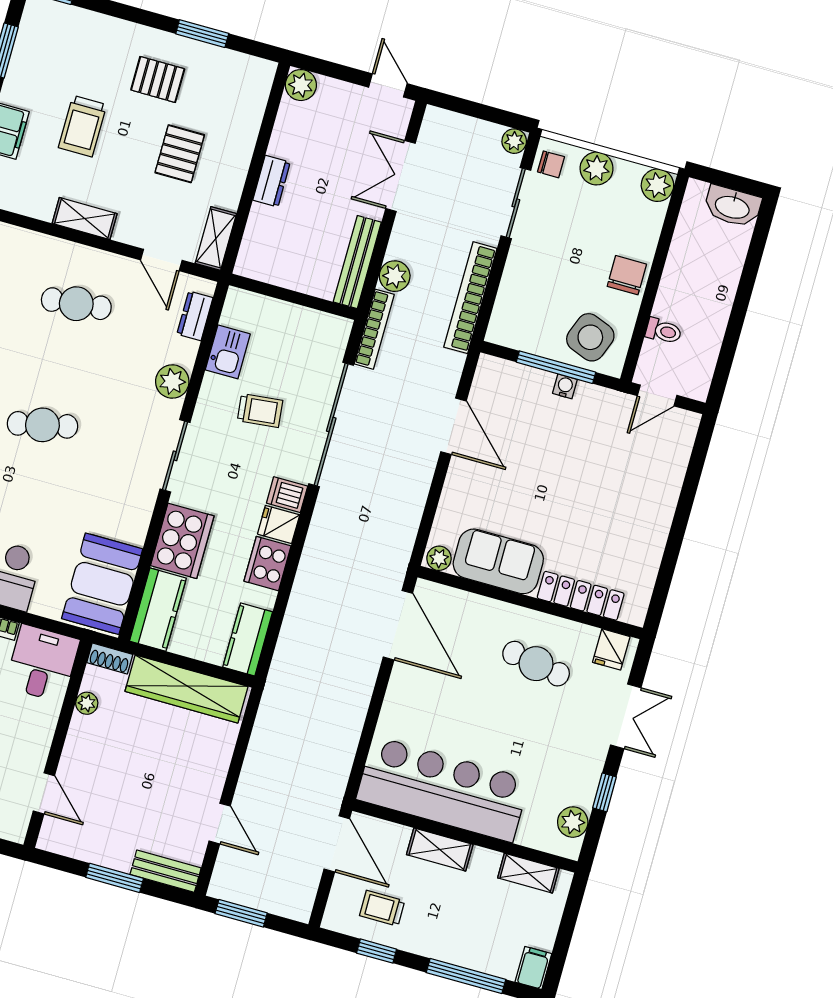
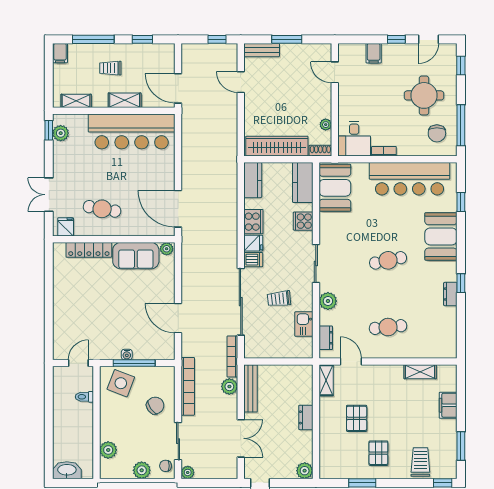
pallet: (158, 79) -> (378, 453), turned 90
trolley: (83, 126) -> (420, 462), moved
plant: (657, 185) -> (108, 450), moved
shelving: (85, 218) -> (420, 372), moved
chair: (627, 275) -> (155, 406), moved, turned -125
cooker: (182, 541) -> (303, 221), width x0.53, depth x0.76
window: (605, 792) -> (49, 130), moved
trolley: (382, 908) -> (110, 68), moved, turned 180
window: (241, 913) -> (217, 39), width x0.67

